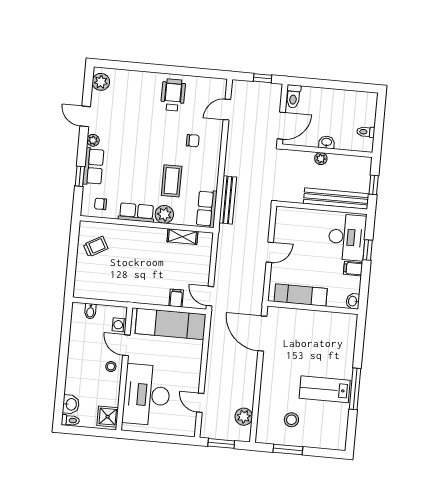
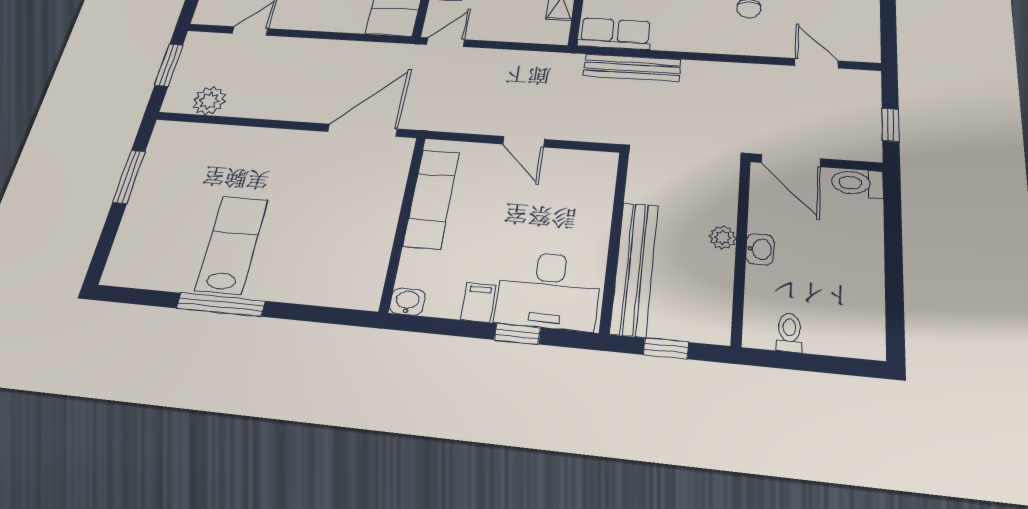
stool: (291, 420) -> (185, 183), removed

